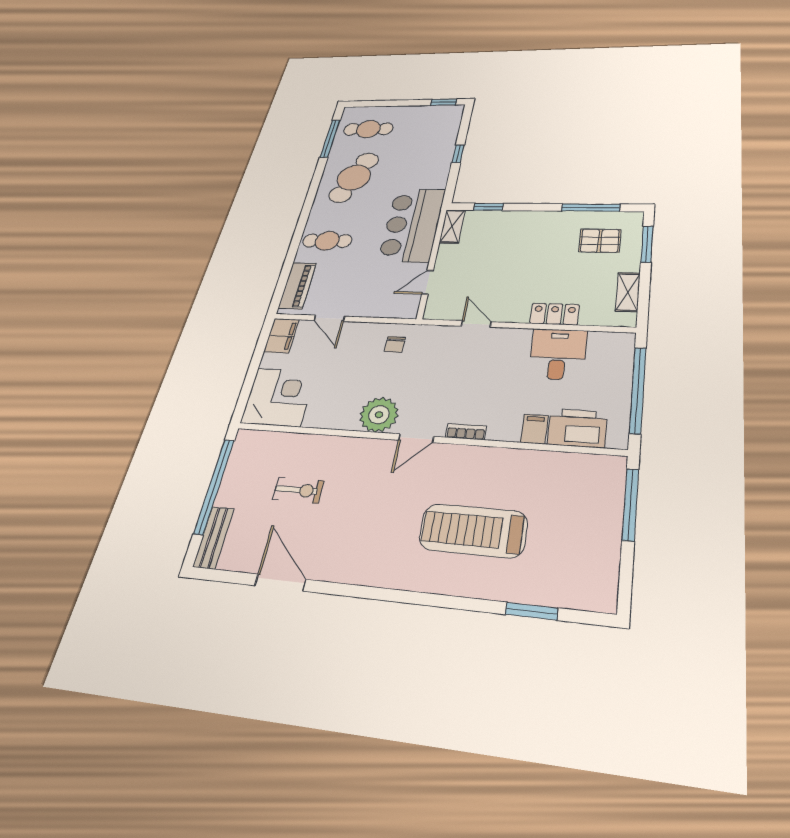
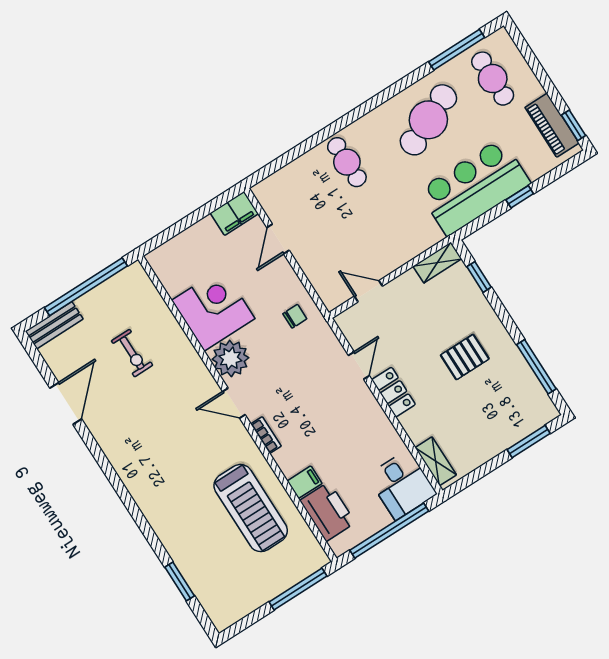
cafe table: (354, 178) -> (428, 120), turned -45
bar counter: (412, 225) -> (474, 187), moved
pallet: (600, 241) -> (465, 357), moved, turned 90
piano: (297, 286) -> (552, 125), moved, turned 90
shelving: (628, 292) -> (436, 461), moved, turned 90
locker: (555, 314) -> (393, 392), moved
chair: (395, 344) -> (295, 316), turned 180
desk: (558, 354) -> (402, 485), moved, turned 90
corner desk: (278, 397) -> (213, 309), moved, turned -90
treadmill: (473, 531) -> (251, 508), moved, turned 180

